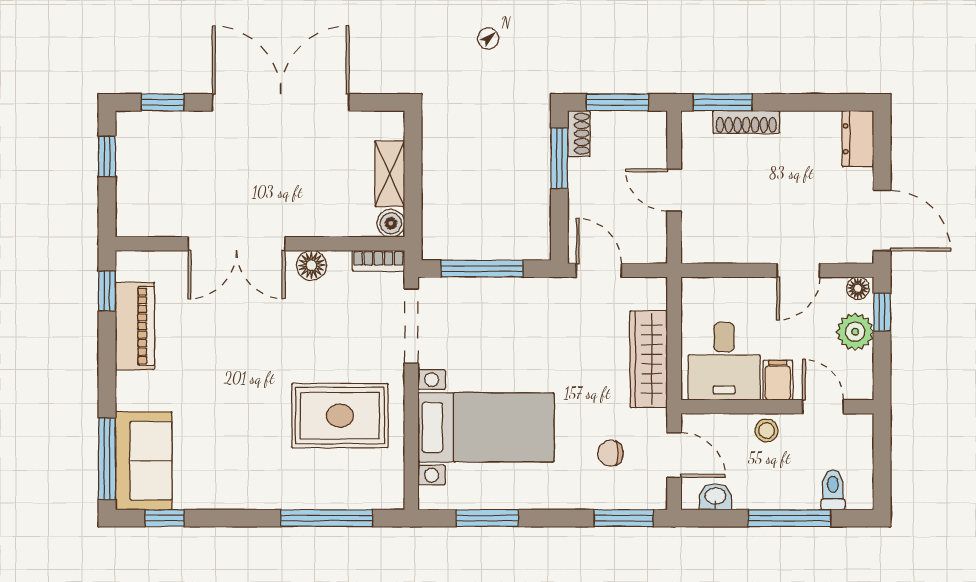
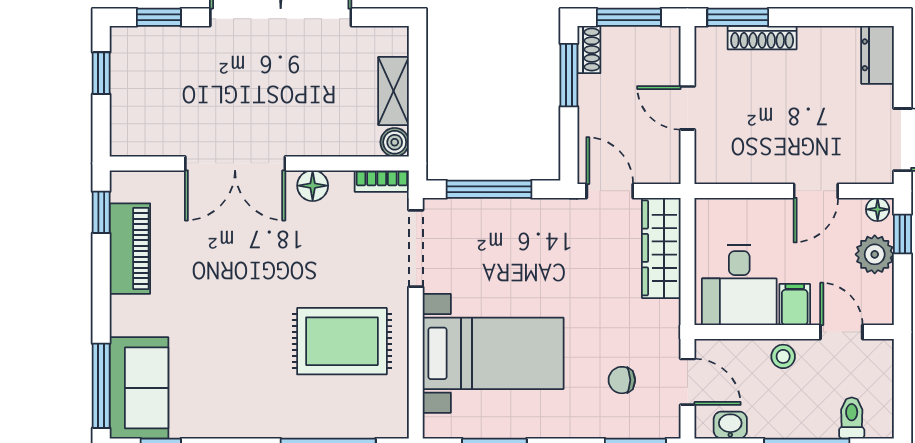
wardrobe: (649, 359) -> (661, 248), moved

